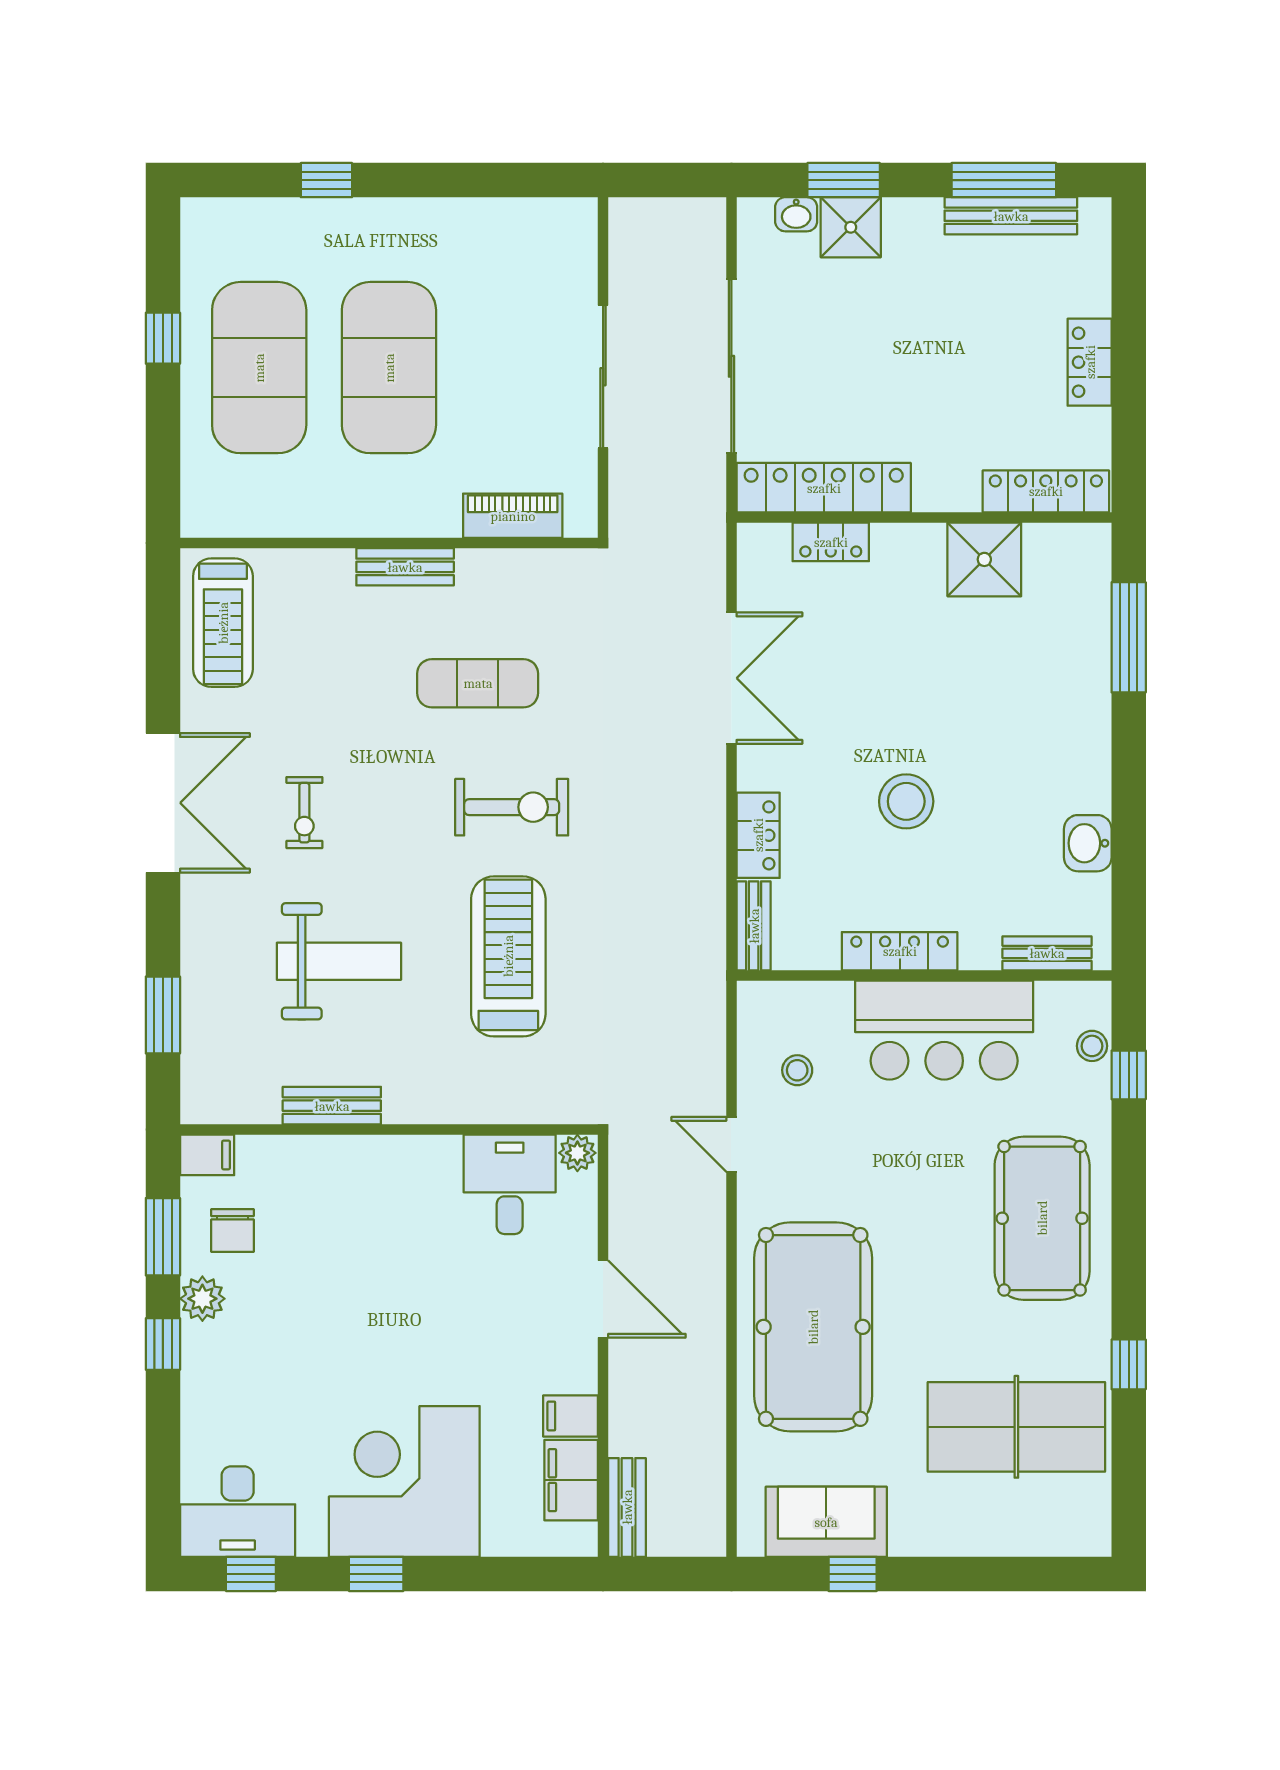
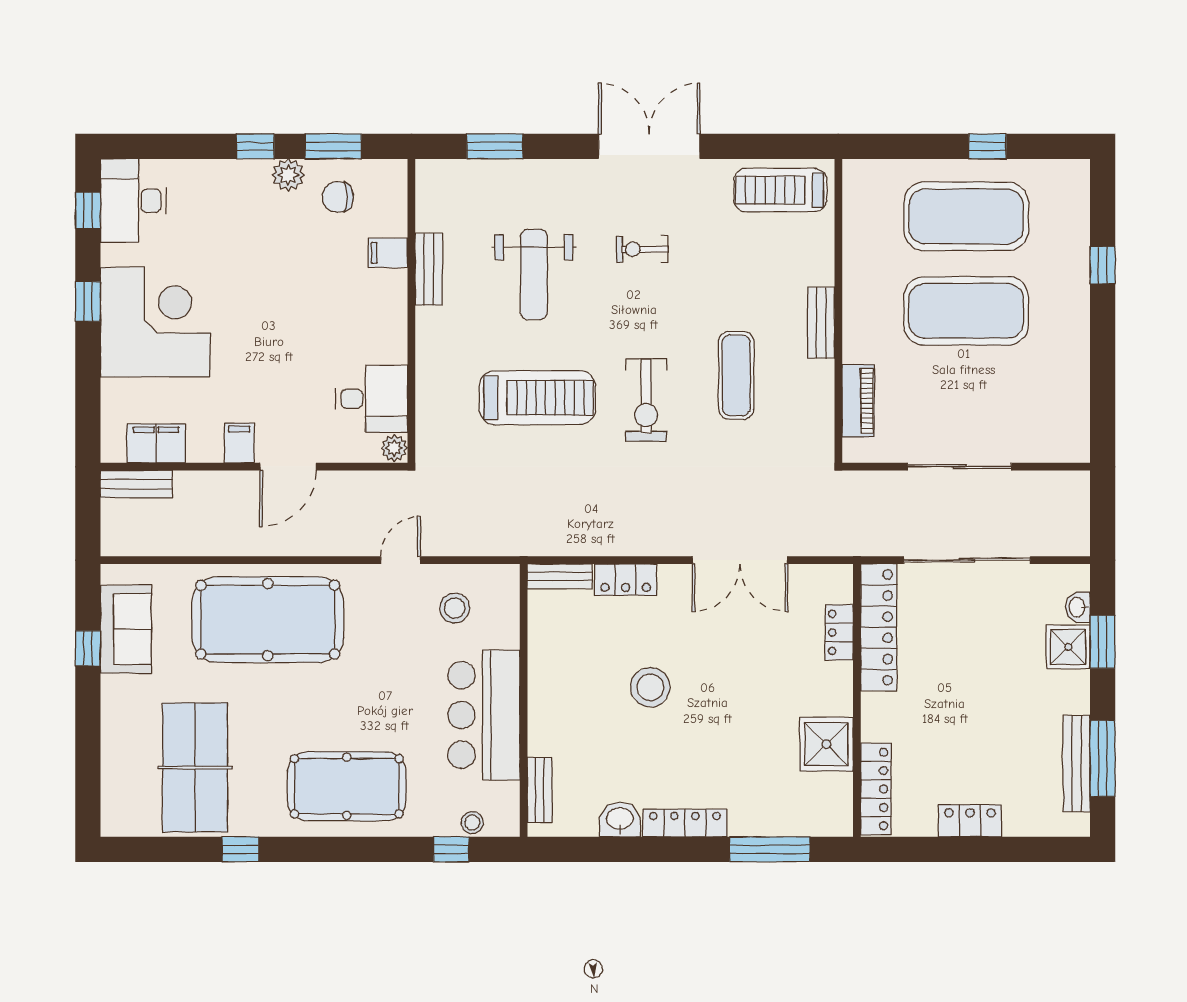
double door: (163, 803) -> (649, 146), swing flipped
locker: (900, 951) -> (685, 823), moved, turned -90
stool: (797, 1070) -> (455, 608), width x1.37, depth x1.37
filing cabinet: (207, 1155) -> (388, 253), moved, turned 90
filing cabinet: (570, 1416) -> (239, 443), moved

